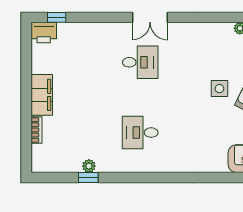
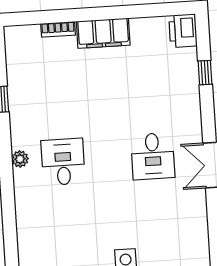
window: (57, 17) -> (205, 73), moved
plant: (89, 166) -> (20, 159), moved

